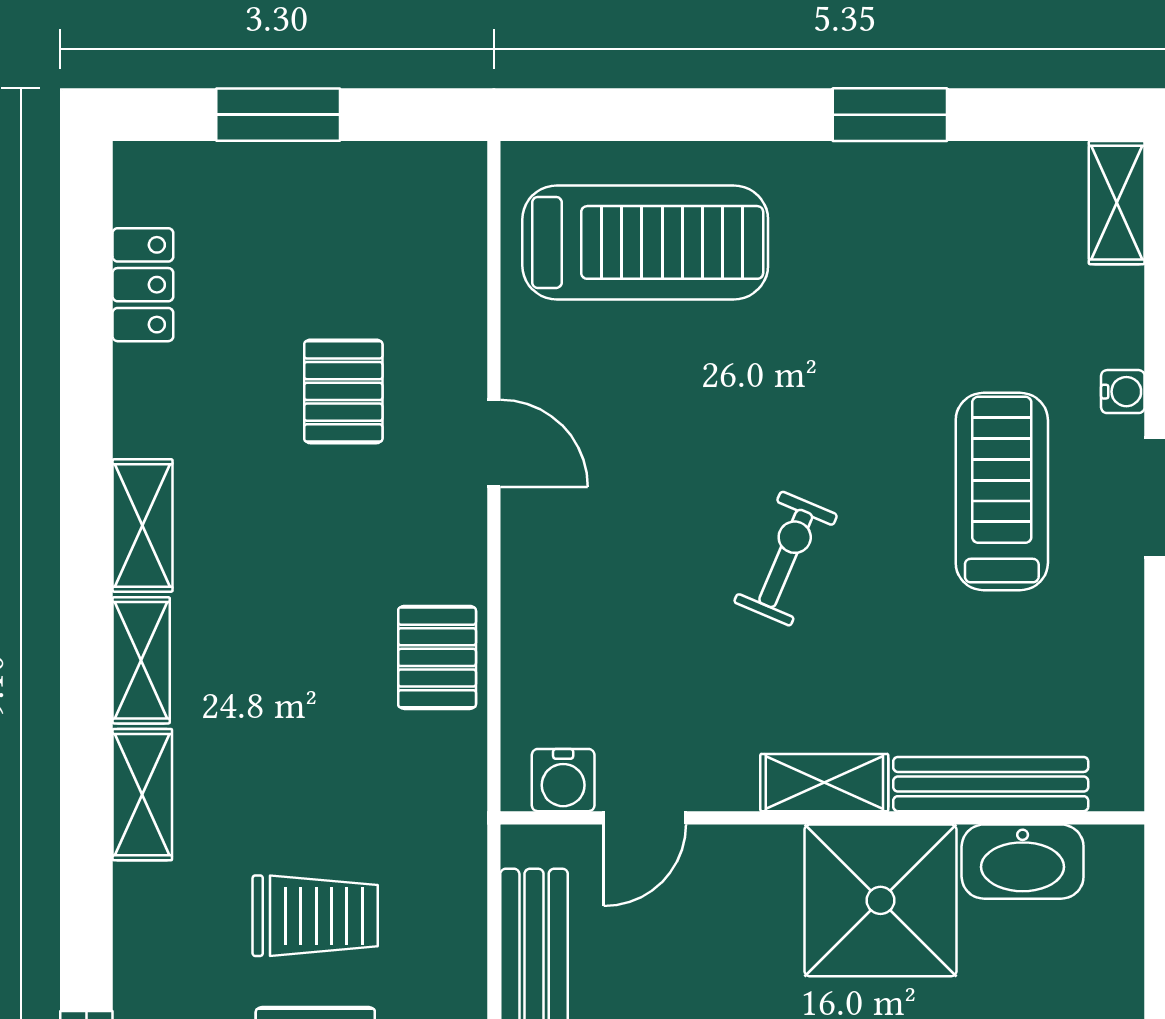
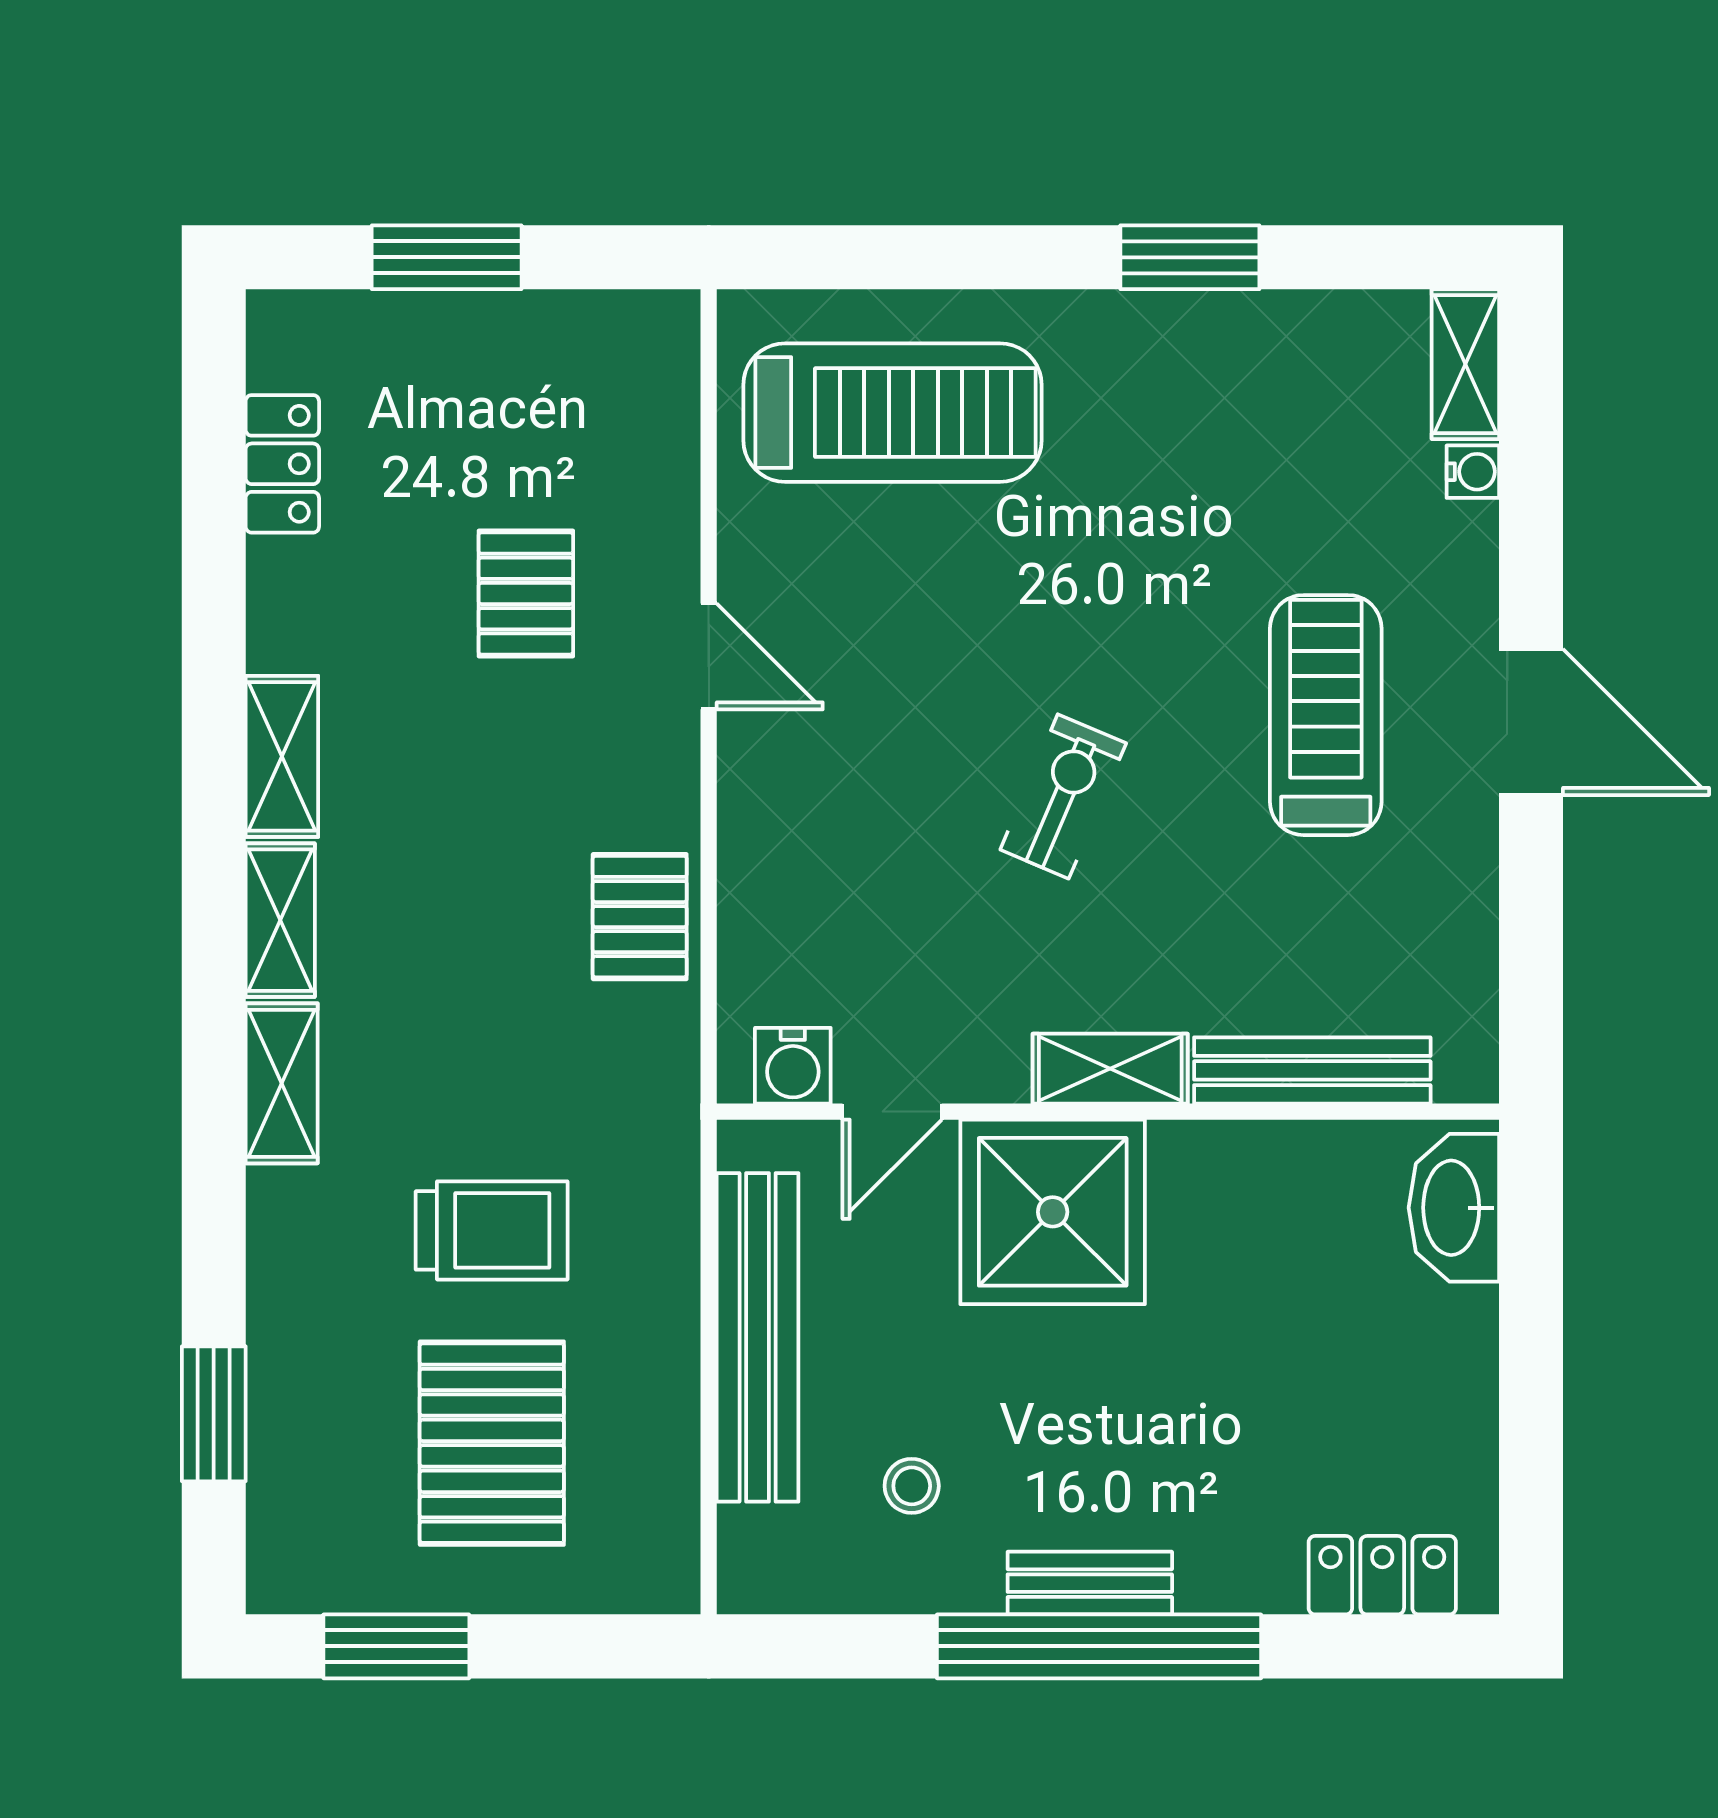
water cooler: (1123, 392) -> (1473, 472), moved
washbasin: (1023, 862) -> (1454, 1208), moved, turned 90
shower: (880, 900) -> (1053, 1212), moved

